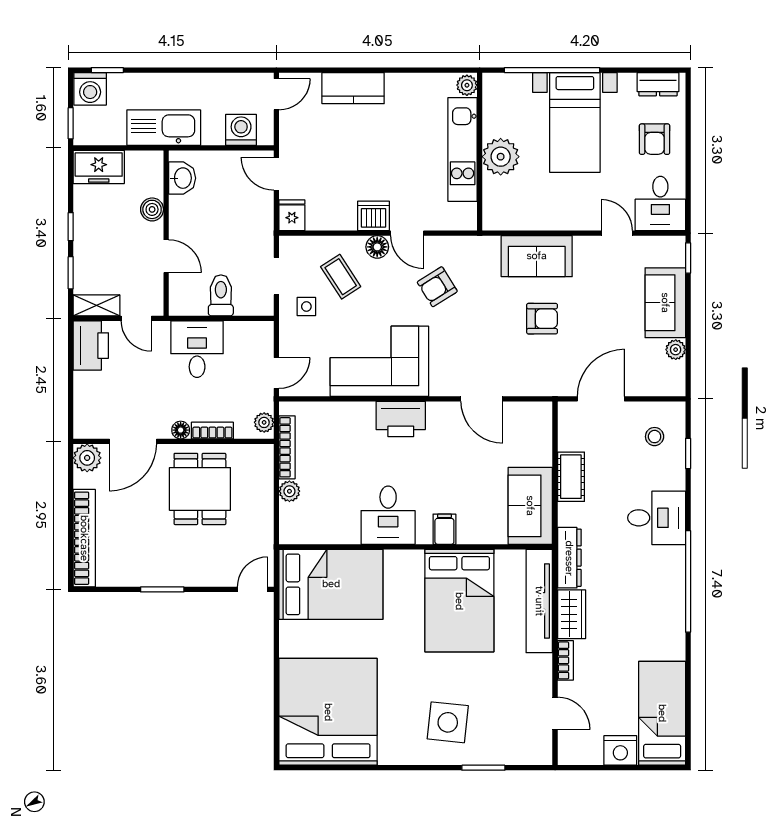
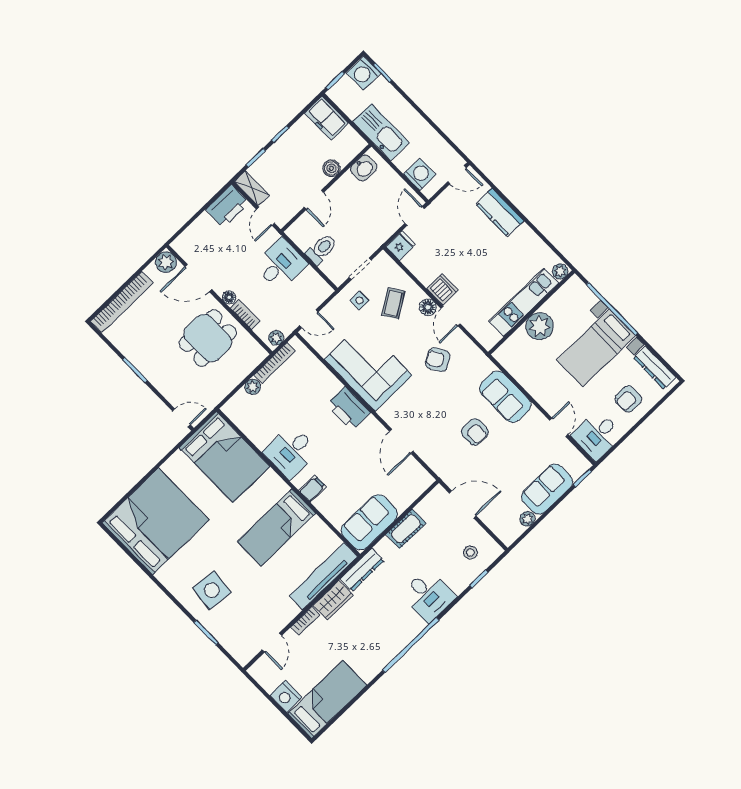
dresser: (658, 84) -> (655, 368), width x1.44
bed: (459, 601) -> (276, 527), width x0.67

